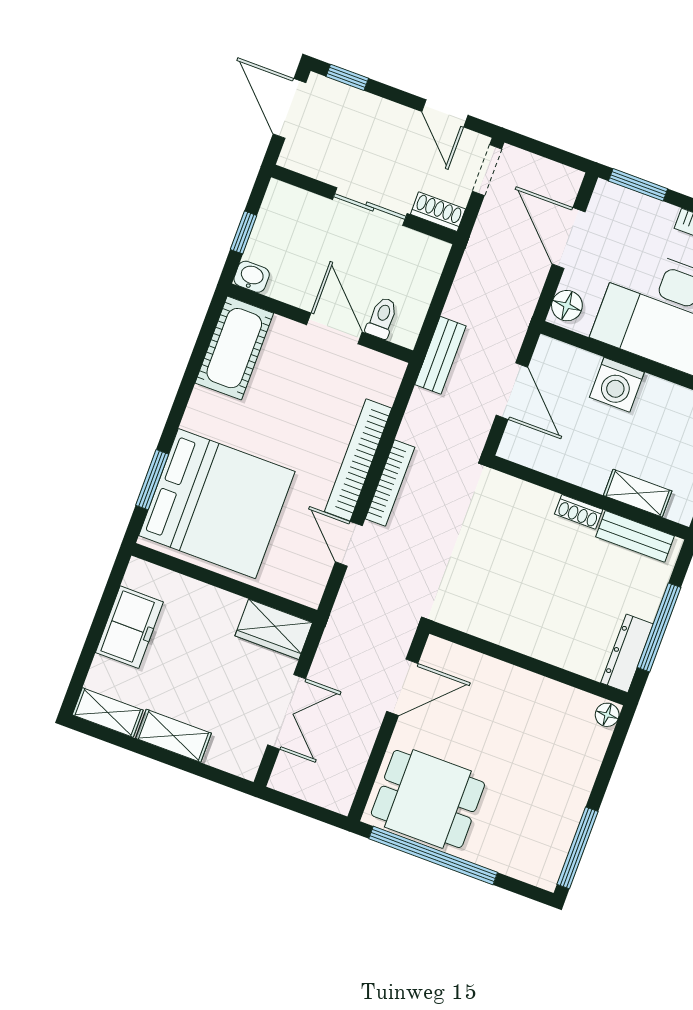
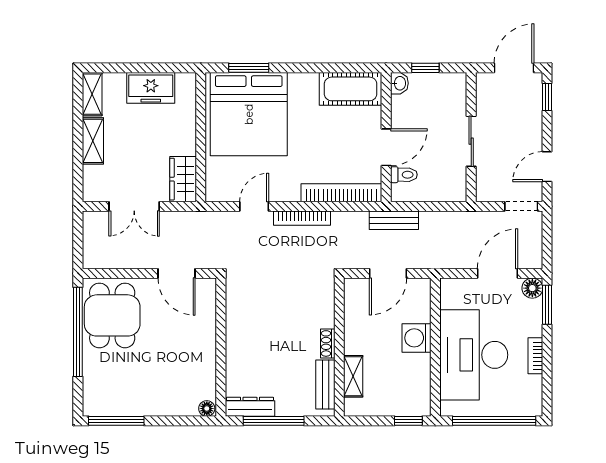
shoe rack: (438, 212) -> (484, 185), removed
floor lamp: (567, 306) -> (532, 288), moved
bookcase: (358, 460) -> (341, 193), moved

